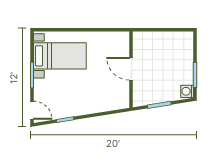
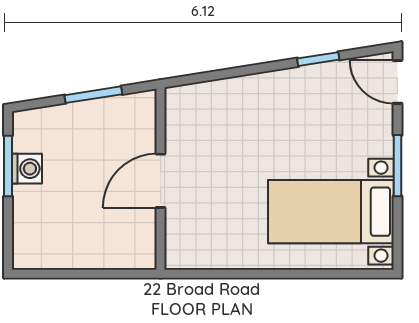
door: (131, 69) -> (161, 181), swing flipped
washing machine: (187, 91) -> (27, 169), moved

